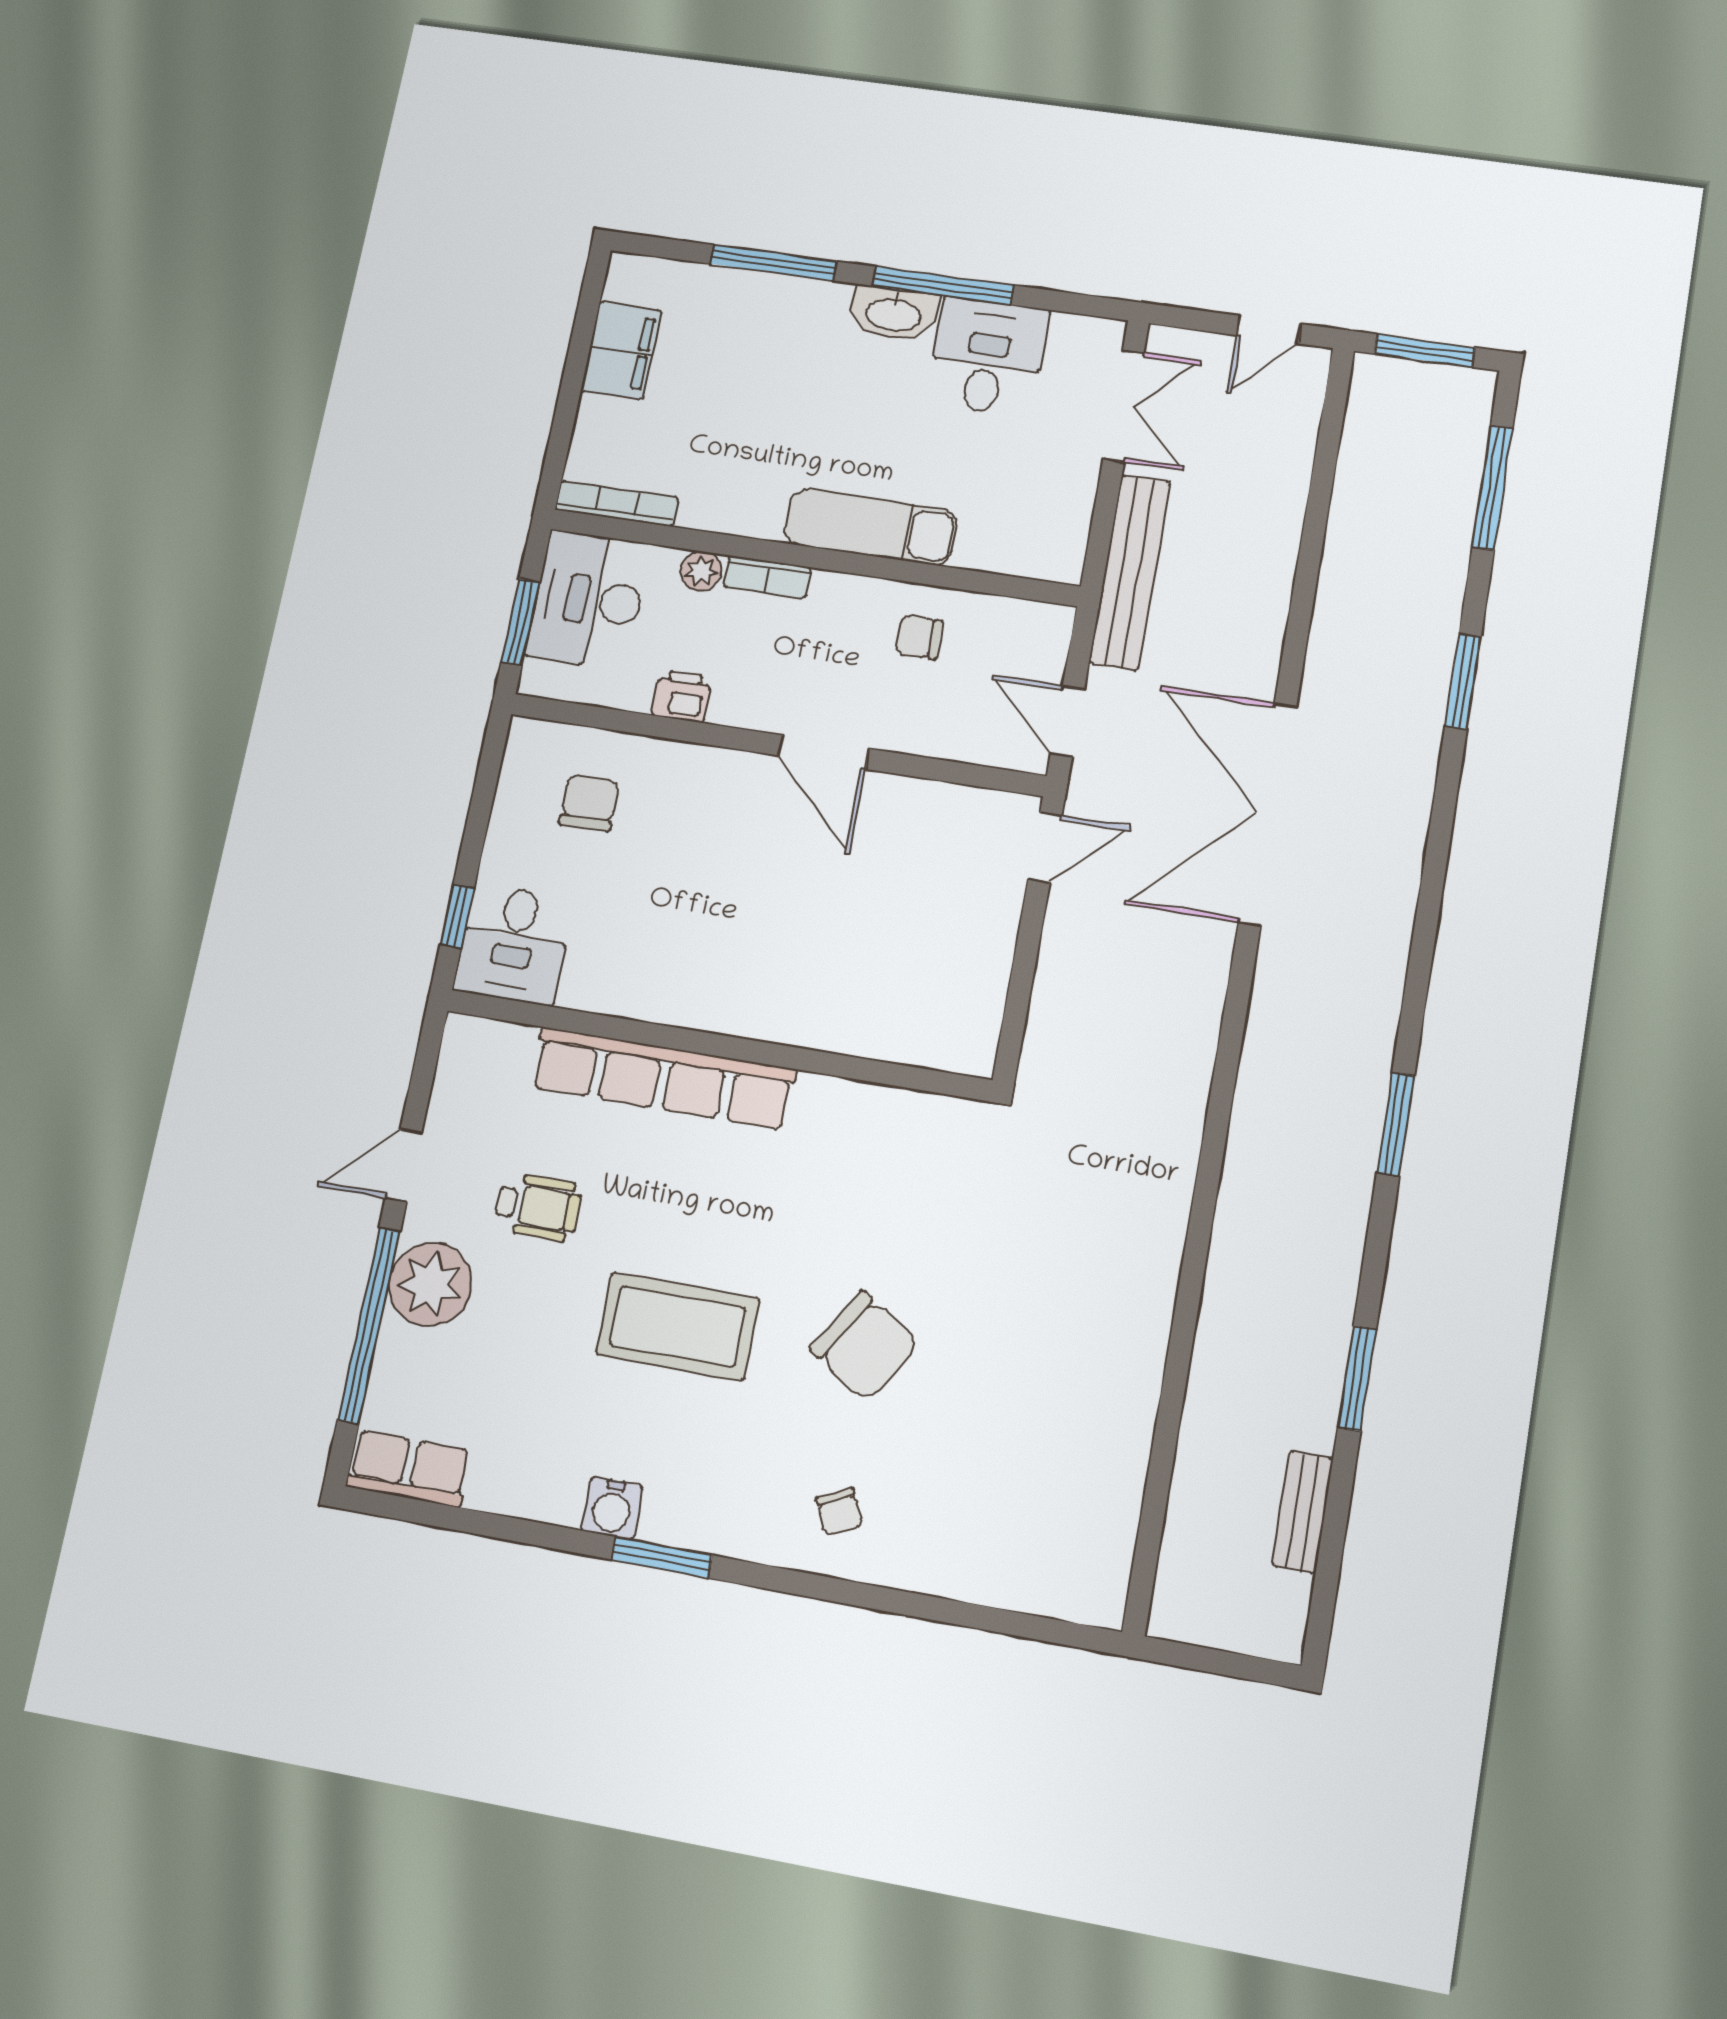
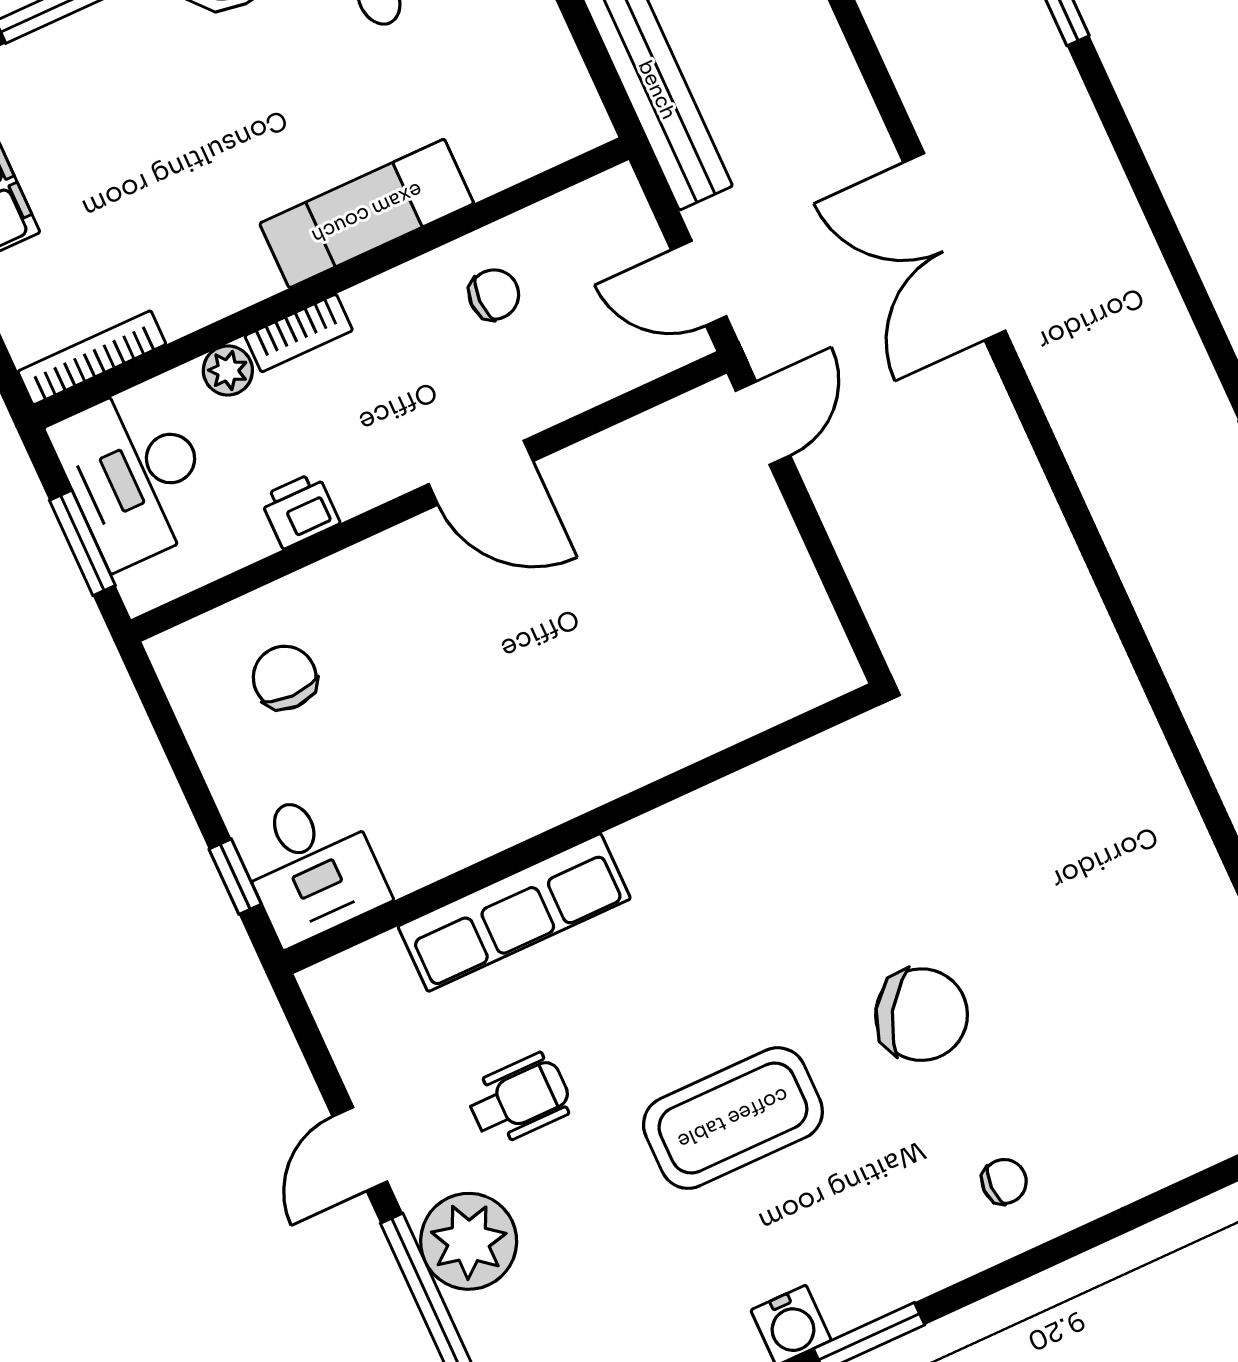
chair: (919, 637) -> (494, 295), turned 180
double door: (1268, 814) -> (954, 247), width x0.73
row of seats: (663, 1078) -> (514, 913), width x0.73
chair: (839, 1512) -> (1004, 1181), turned -64

